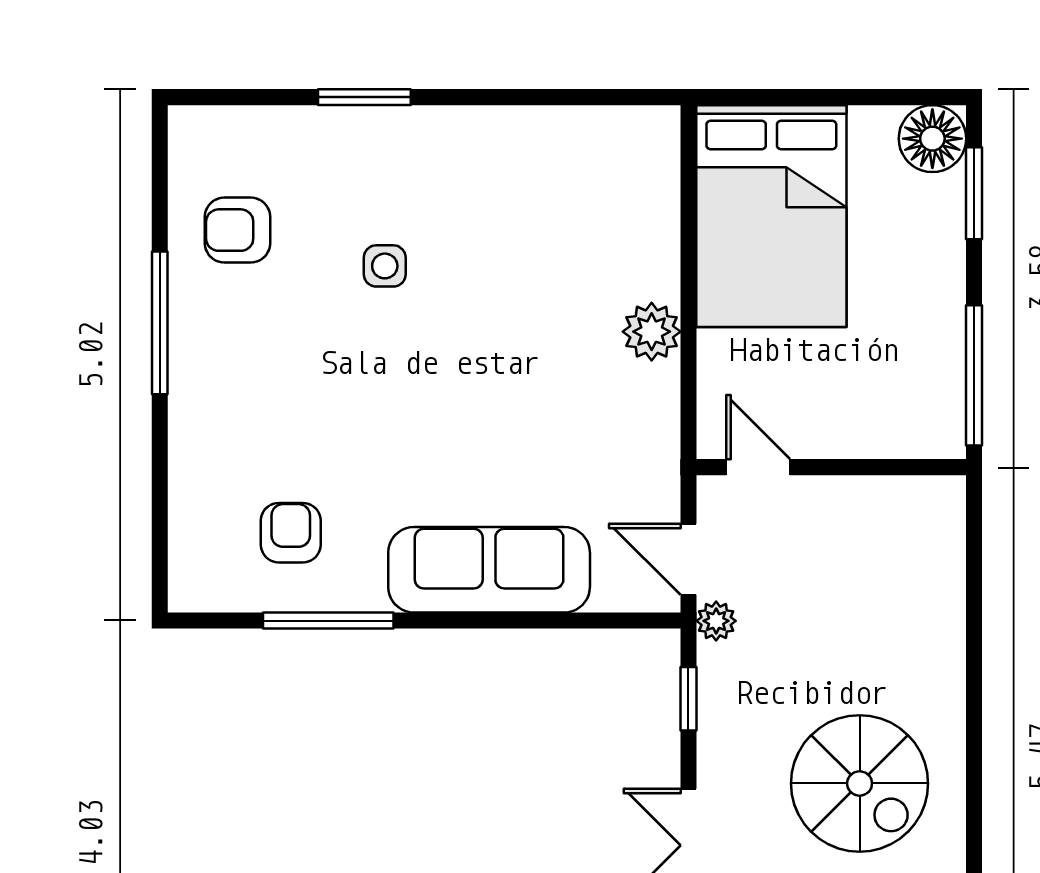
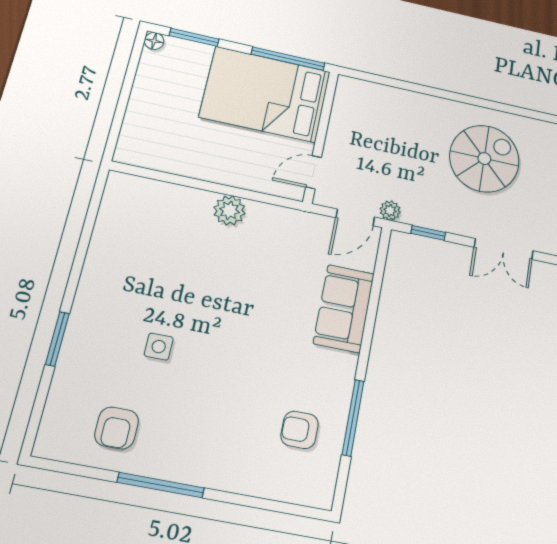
floor lamp: (932, 139) -> (154, 41), width x0.53, depth x0.53
bed: (771, 216) -> (265, 94), moved, turned 180
sofa: (489, 570) -> (344, 308), width x0.73

